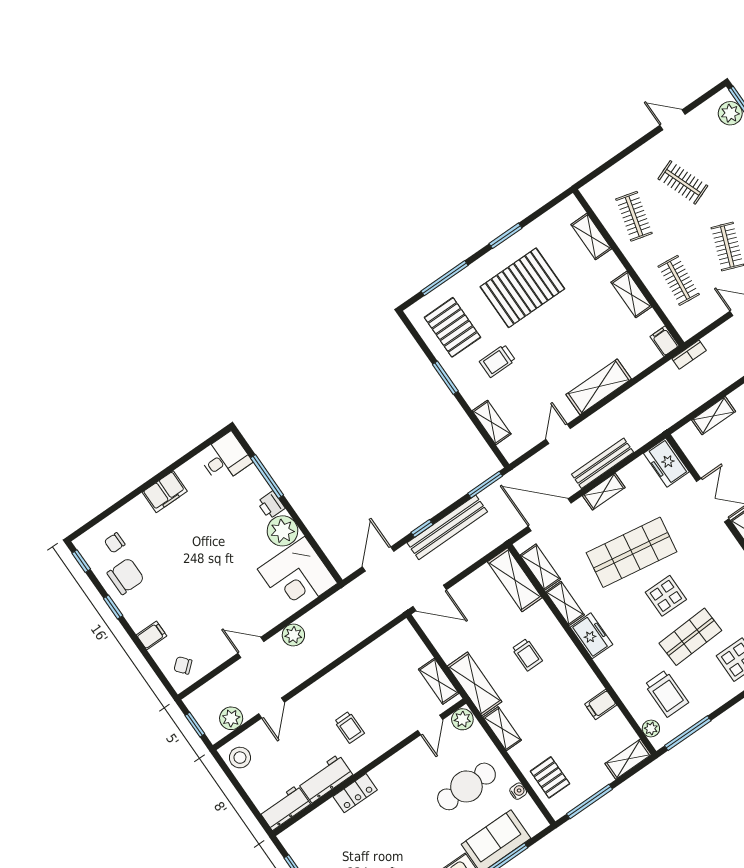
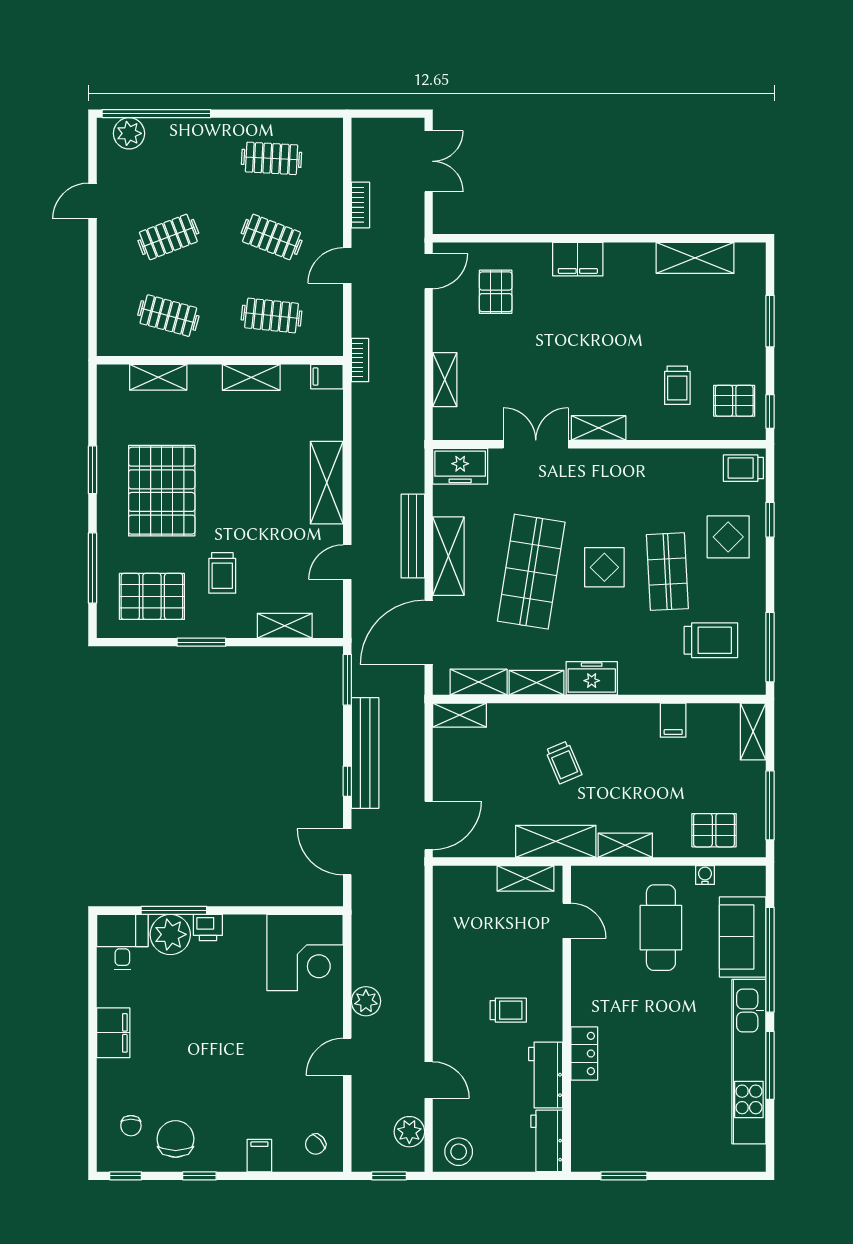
door: (558, 434) -> (347, 562), hinge flipped
shelving: (604, 492) -> (448, 556), width x1.50, depth x1.33
plant: (283, 531) -> (170, 934), moved
shelving: (515, 580) -> (460, 715), width x0.67, depth x0.75
trolley: (527, 655) -> (564, 762), turned 67
plant: (462, 719) -> (585, 881), removed
plant: (651, 728) -> (737, 684), removed

